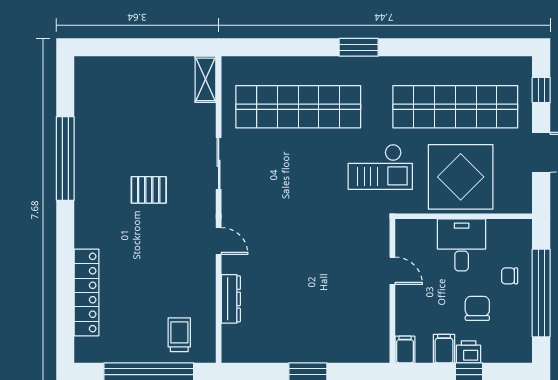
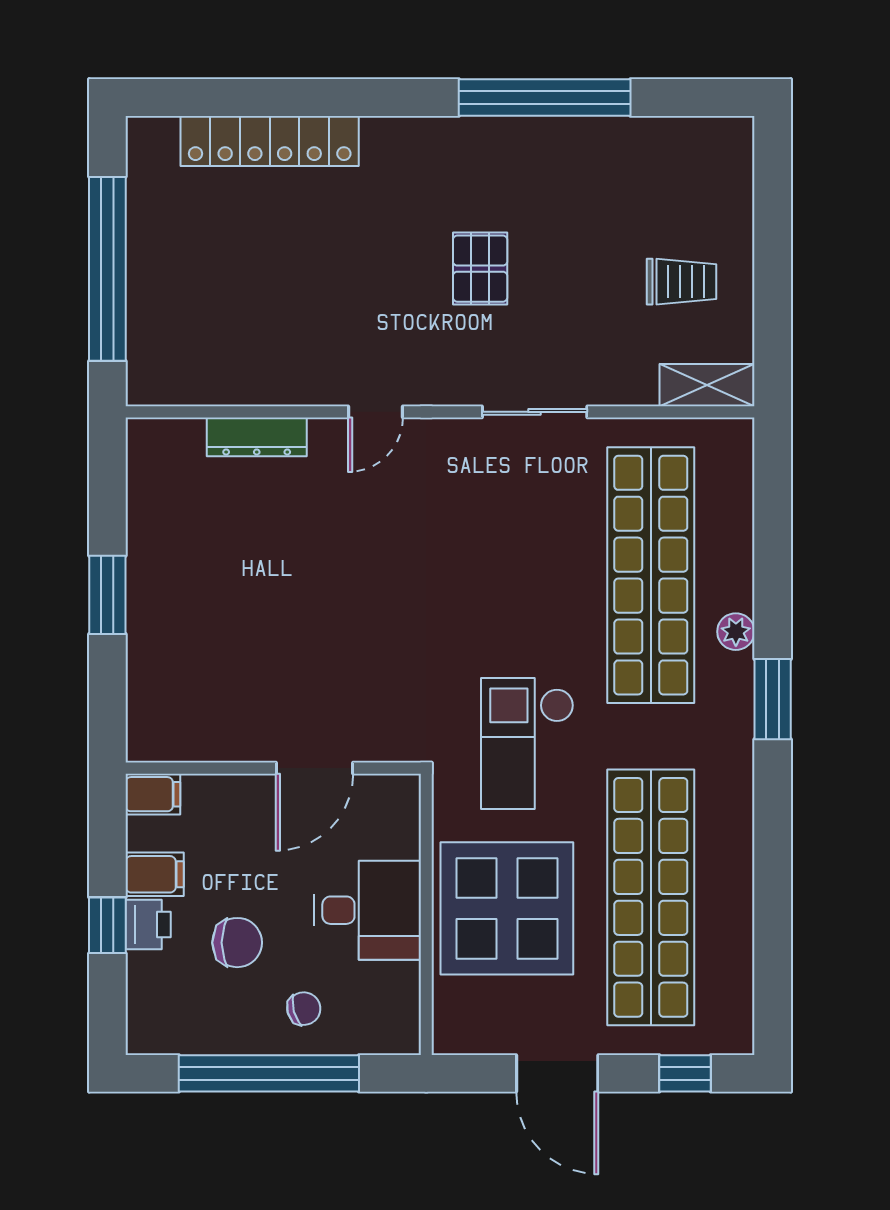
plant: (326, 65) -> (736, 632), added
door: (392, 271) -> (314, 768), width x1.38
chair: (510, 276) -> (304, 1009), turned 75
trolley: (179, 335) -> (682, 282), moved

